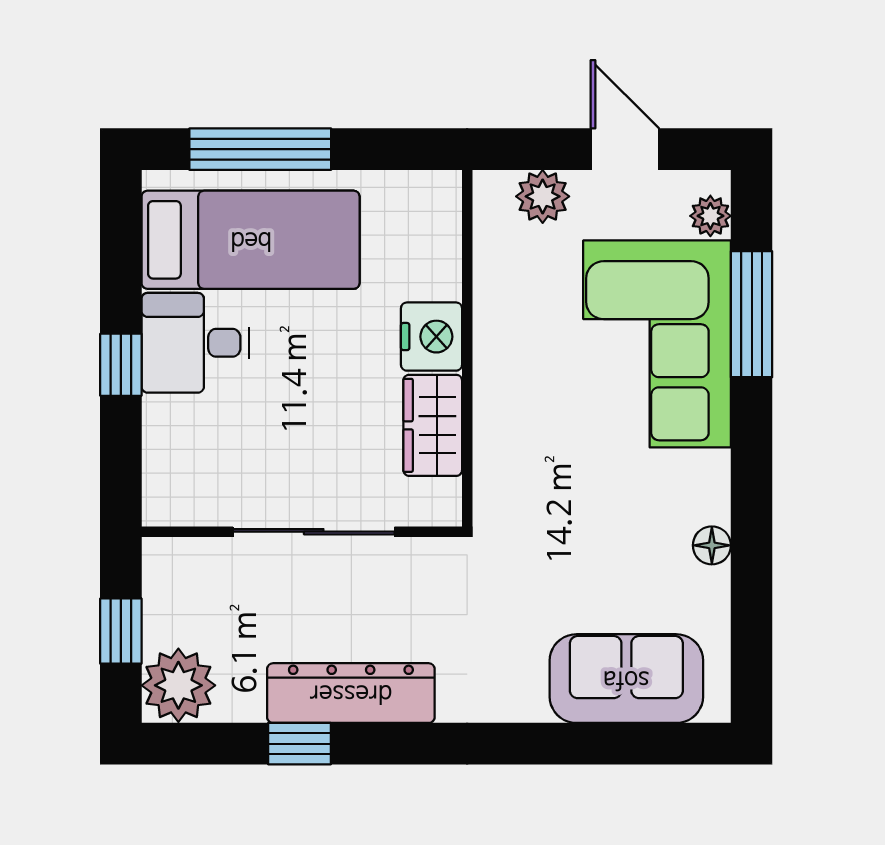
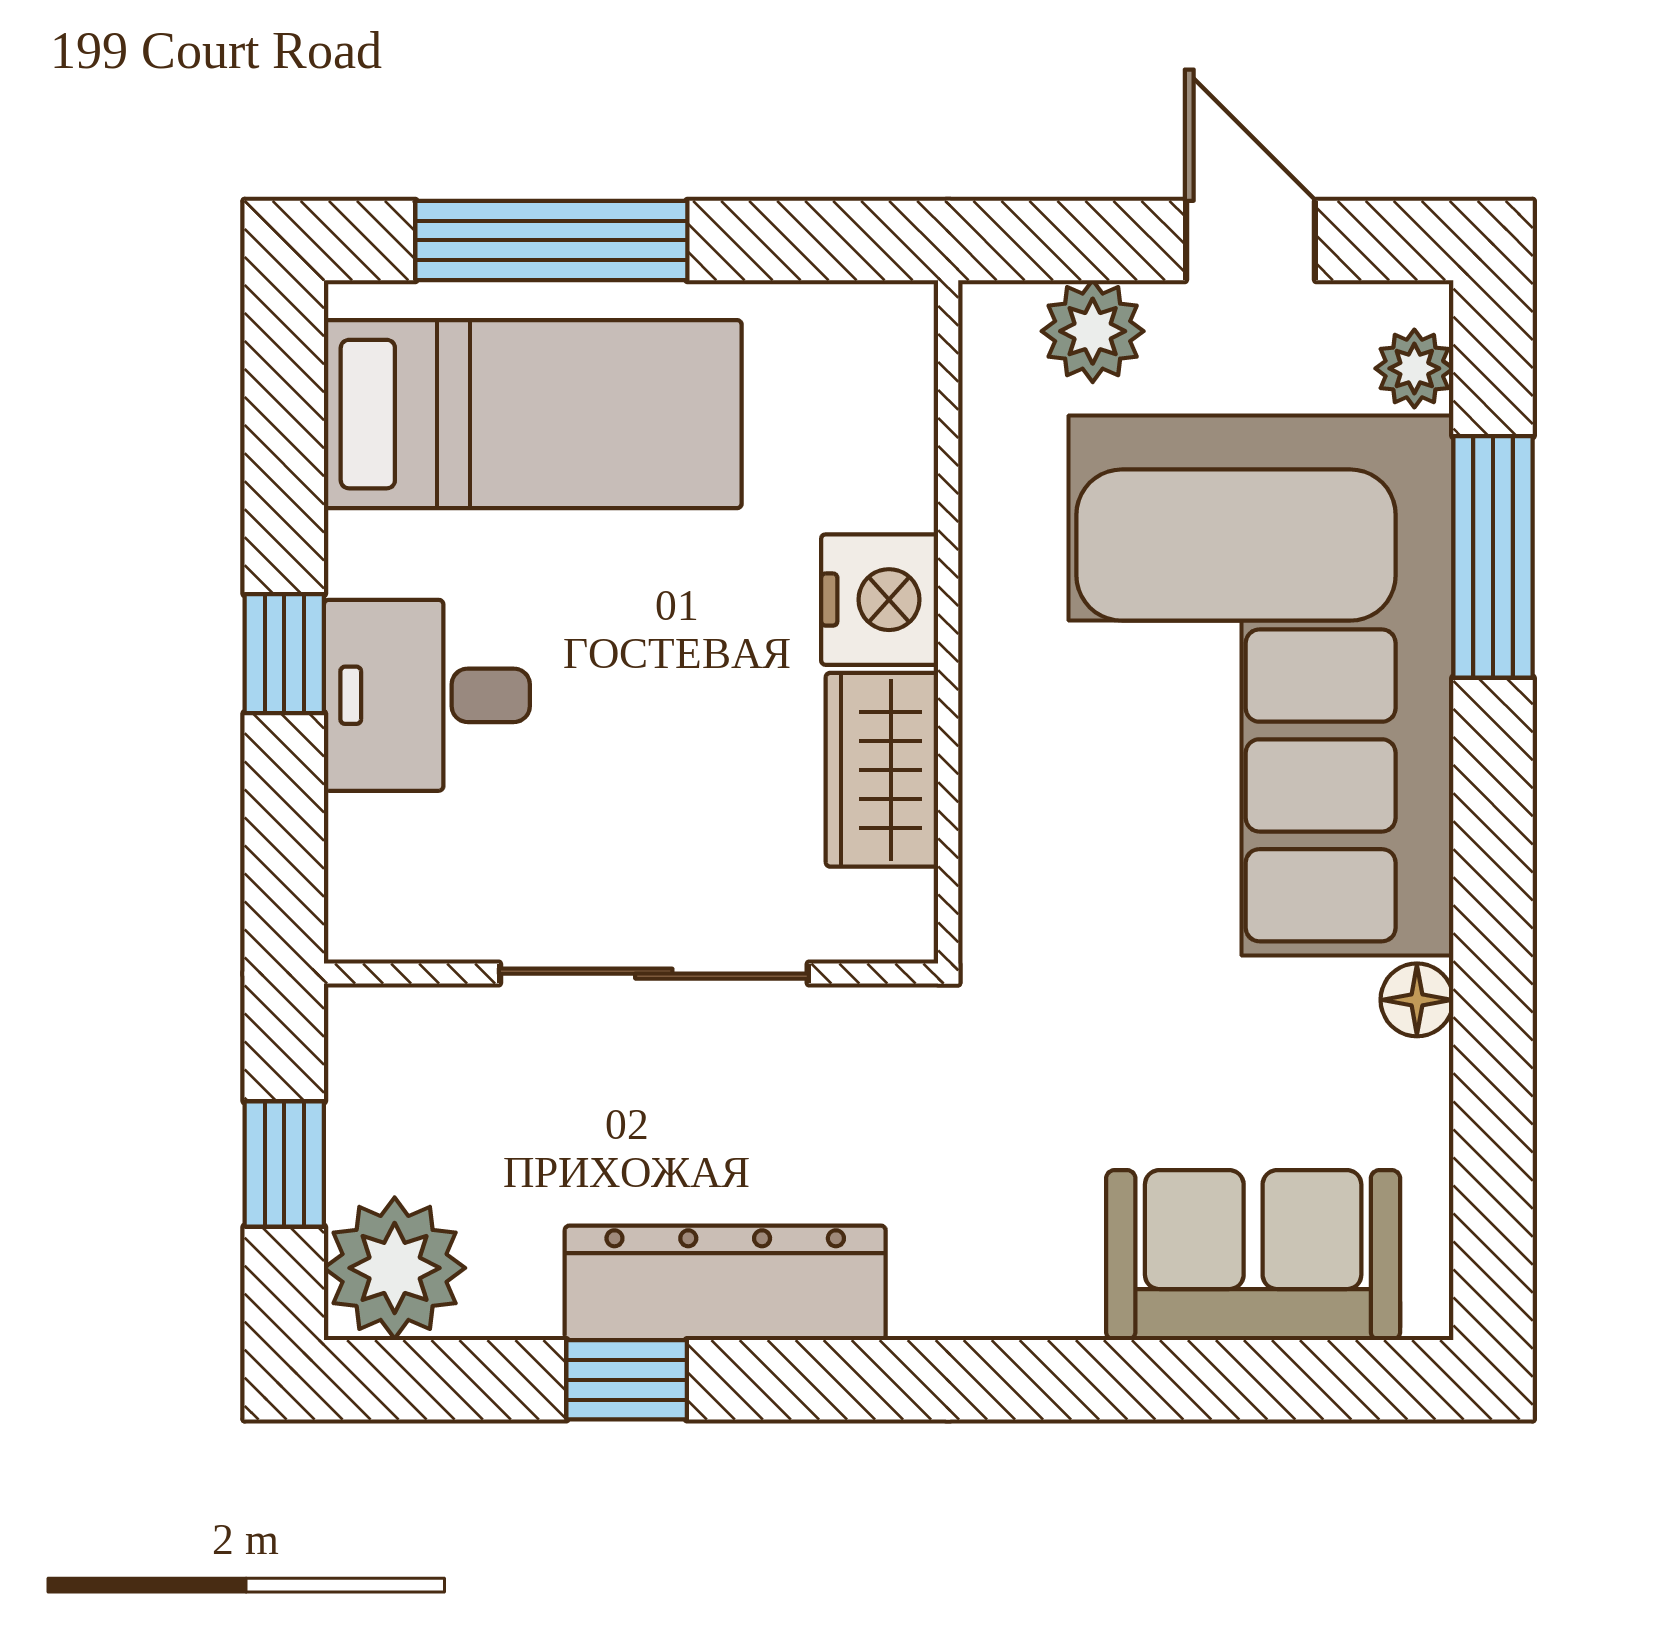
desk: (195, 343) -> (427, 695), moved
corner sofa: (657, 344) -> (1261, 685), width x1.36, depth x1.36

